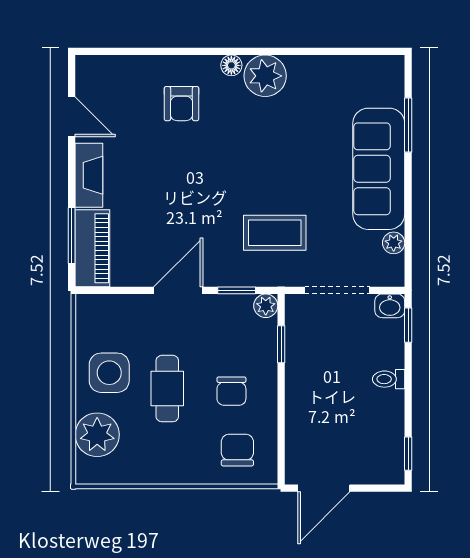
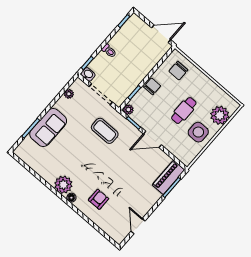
sofa: (379, 169) -> (48, 127), width x0.73
fireplace: (89, 175) -> (149, 202), removed
chair: (231, 391) -> (152, 86), moved

